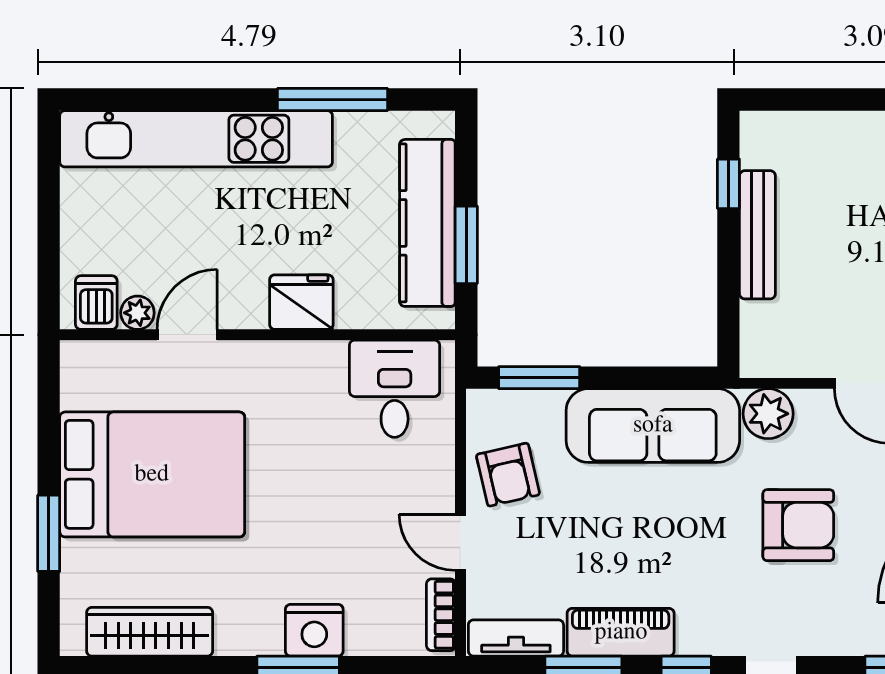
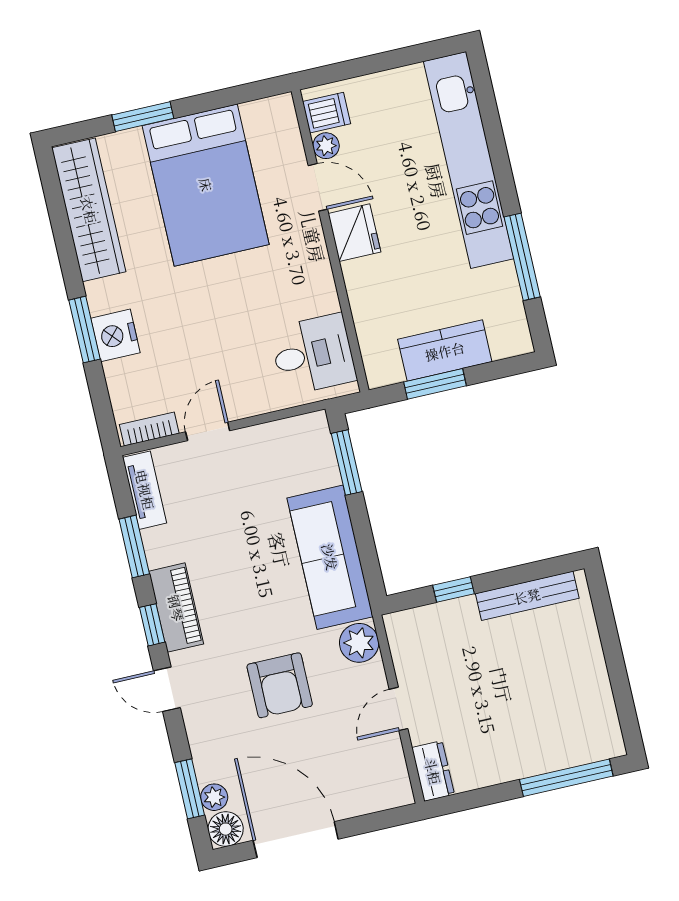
window: (728, 184) -> (454, 589), moved
kitchen counter: (427, 223) -> (445, 351), width x0.67
bench: (757, 235) -> (527, 596), moved
fridge: (301, 302) -> (354, 233), moved
armchair: (508, 475) -> (267, 456), removed
wardrobe: (150, 632) -> (89, 210), width x1.40, depth x1.17
piano: (621, 632) -> (176, 608), moved

